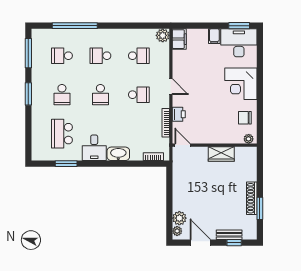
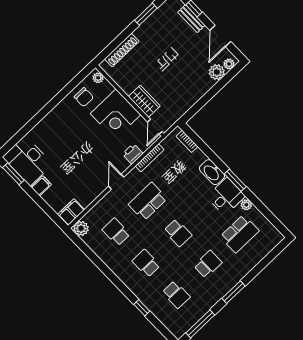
window: (75, 26) -> (142, 308), width x0.32
school desk: (100, 56) -> (146, 263), turned 180
corner desk: (241, 84) -> (115, 114), moved, turned 90
school desk: (100, 95) -> (178, 233), turned 90
school desk: (139, 95) -> (148, 202), width x1.85
wardrobe: (221, 154) -> (144, 101), moved
plant: (76, 156) -> (246, 205), added
window: (66, 164) -> (235, 180), moved
shoe rack: (252, 198) -> (122, 50), moved

